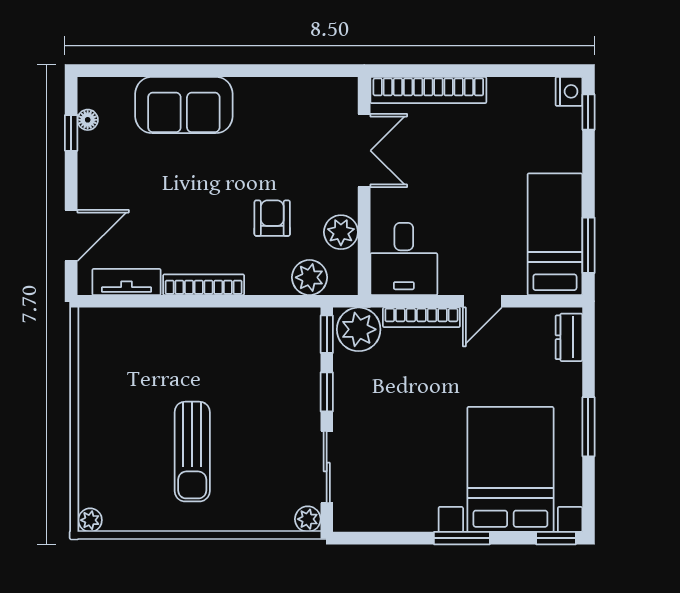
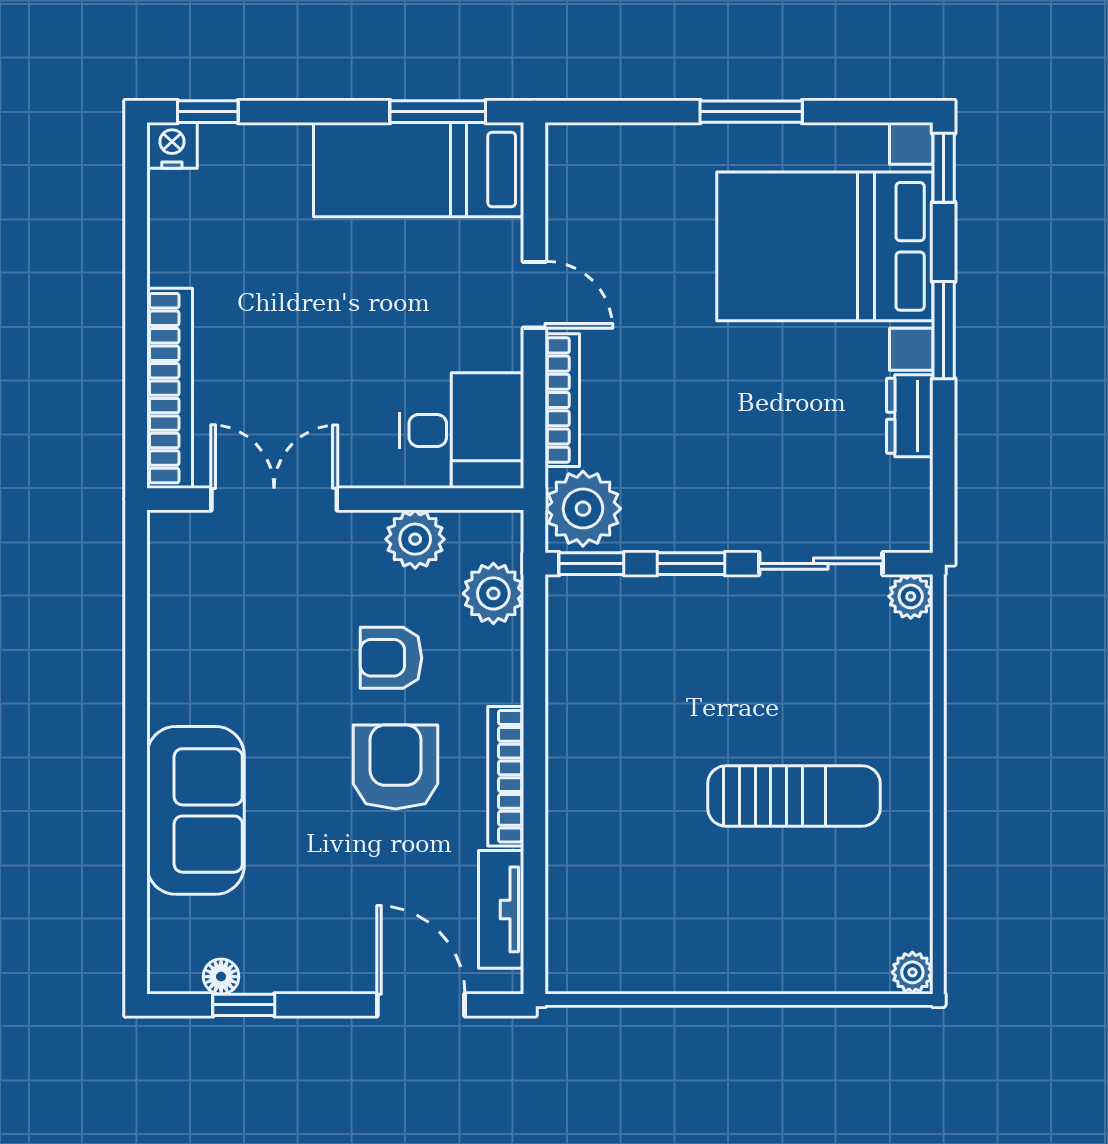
armchair: (209, 221) -> (396, 767), added
dresser: (569, 337) -> (910, 416), moved, turned 90

